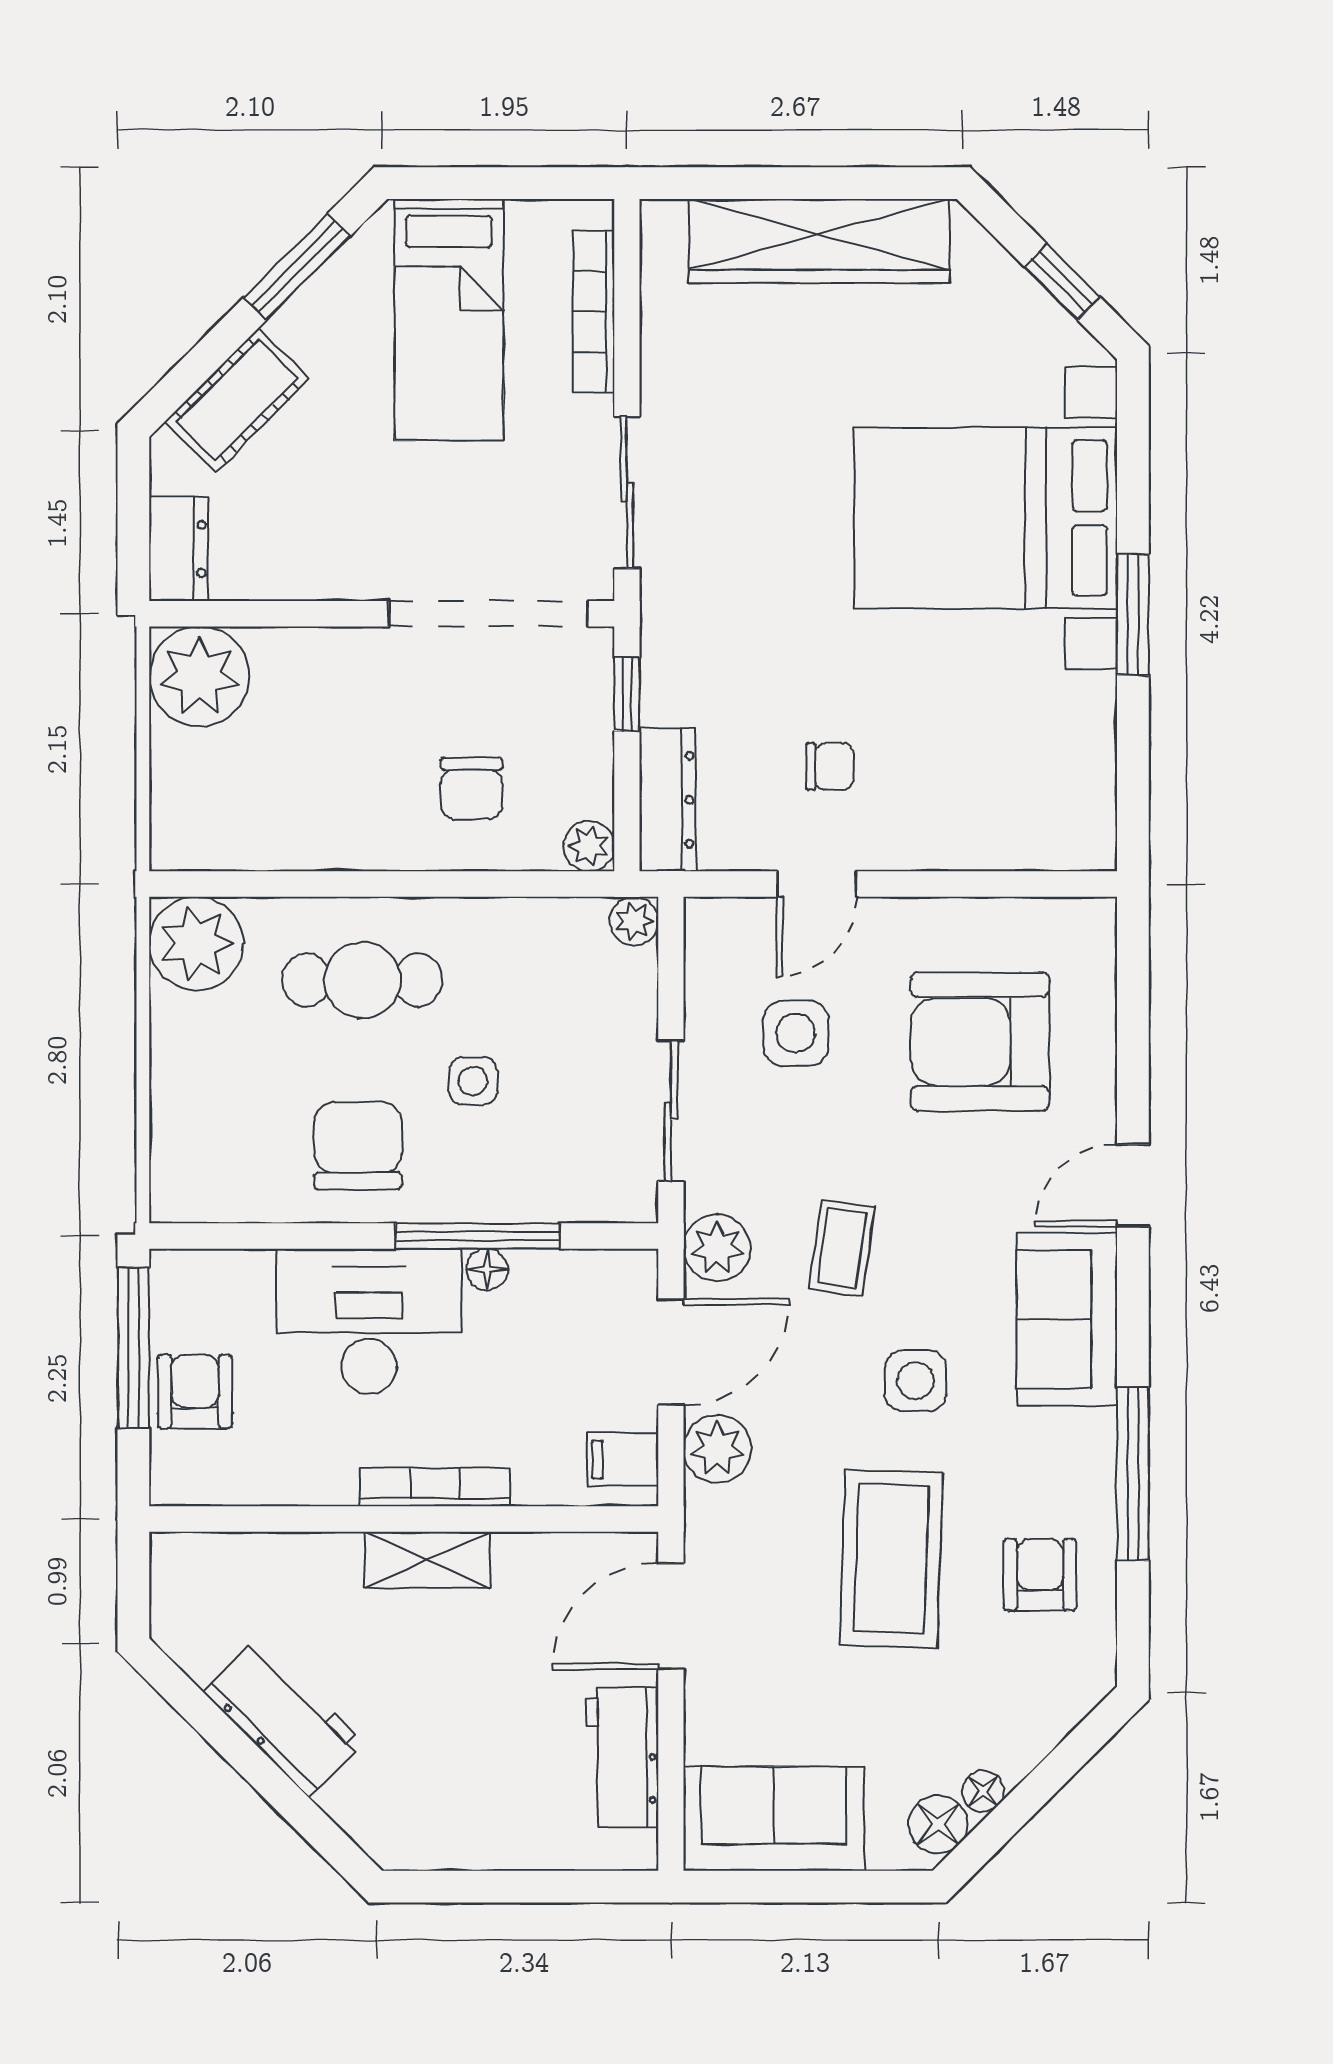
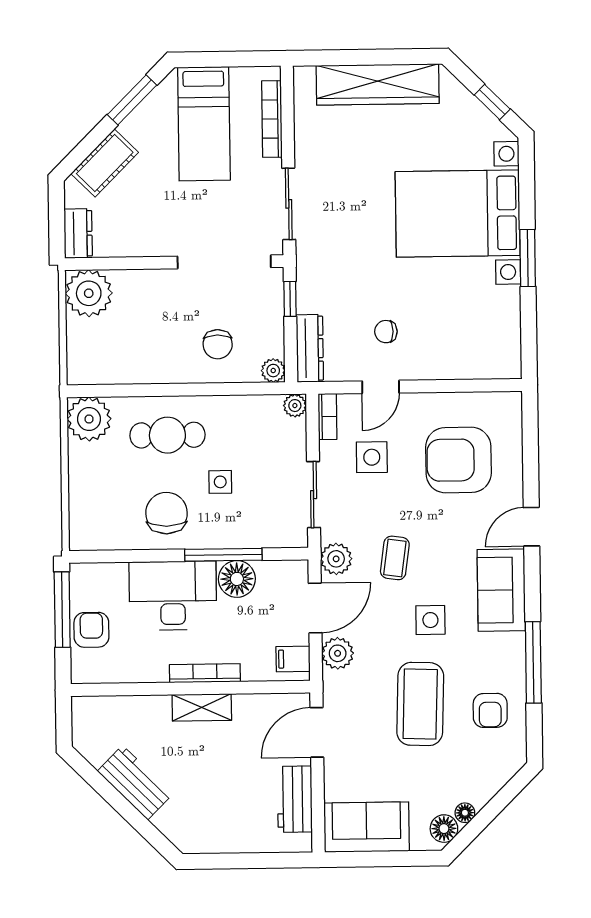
chair: (830, 767) -> (386, 332), turned 180
bookcase: (703, 945) -> (328, 416), added
floor lamp: (487, 1269) -> (237, 579), width x1.89, depth x1.89
armchair: (1040, 1575) -> (490, 710), turned 180

